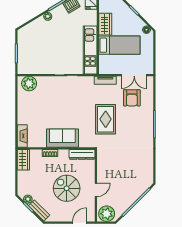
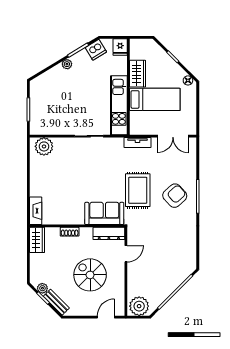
armchair: (132, 98) -> (175, 196), moved, turned -132
sofa: (62, 138) -> (104, 213), moved
door: (96, 190) -> (126, 254), moved

